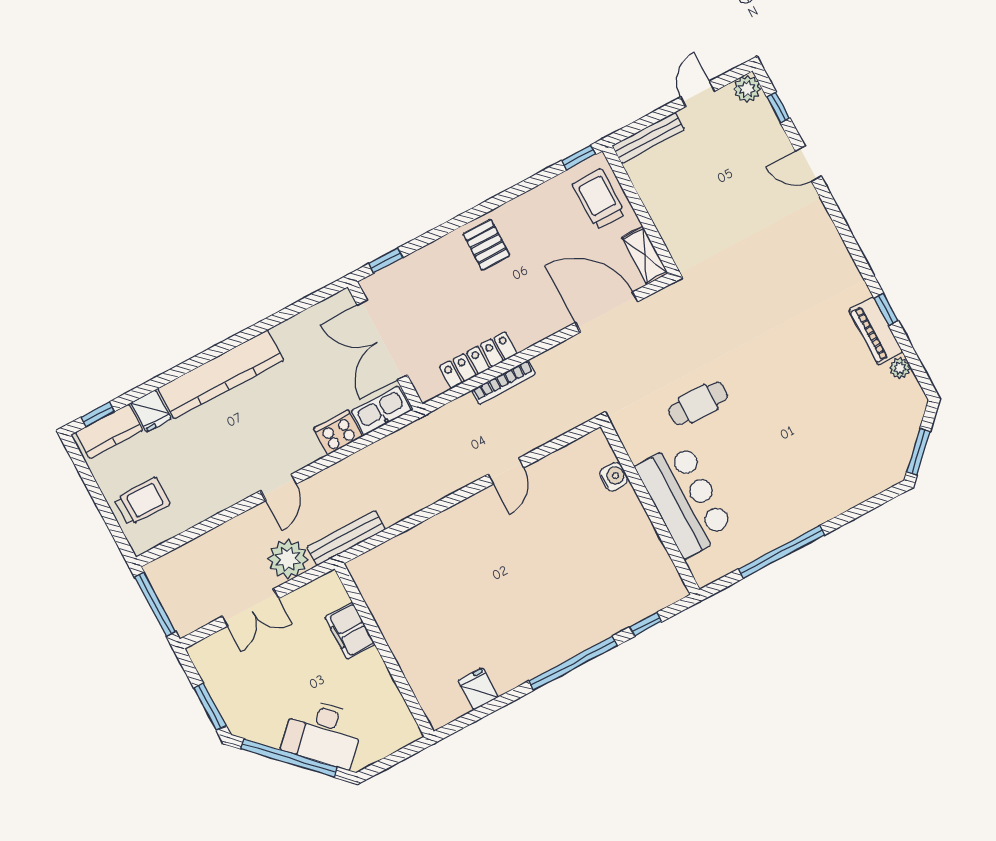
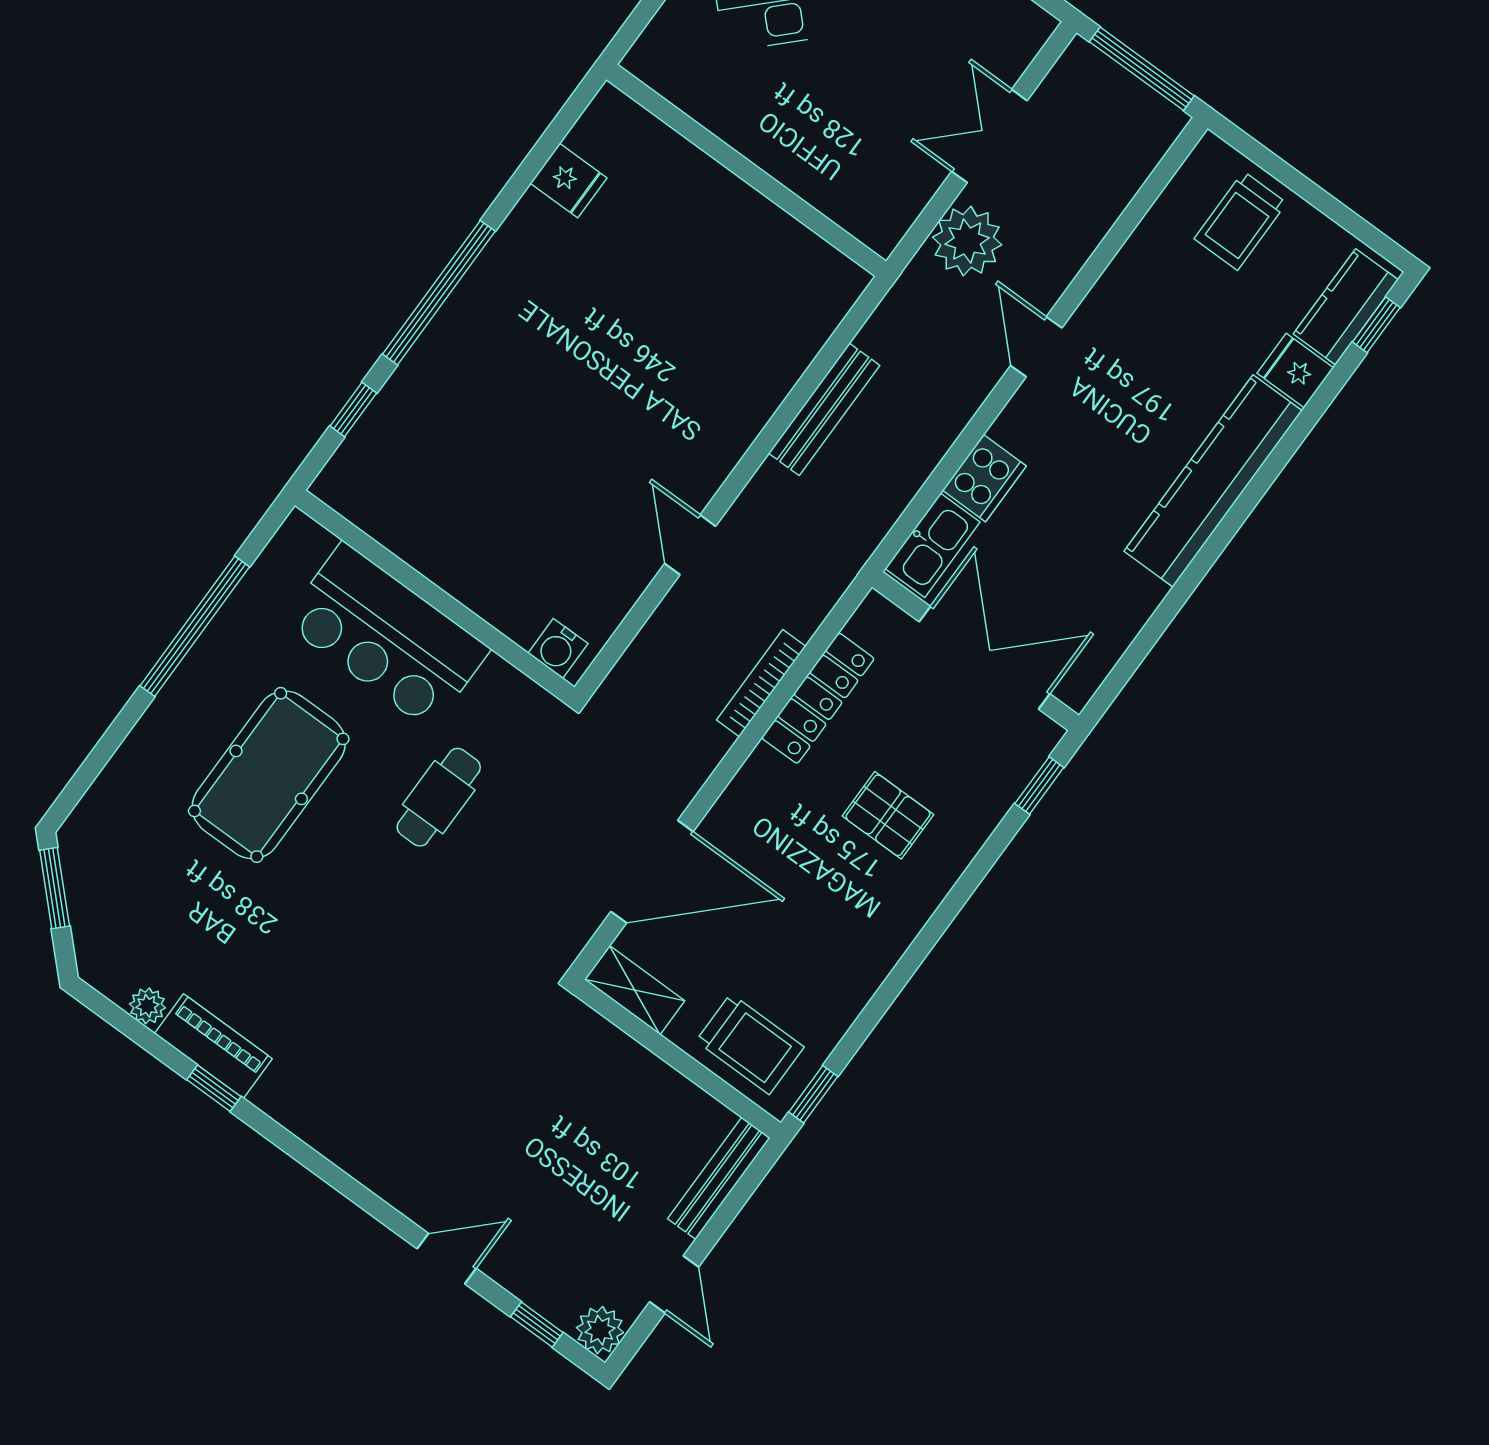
pallet: (486, 245) -> (888, 815), moved
pool table: (780, 457) -> (269, 775), added
water cooler: (614, 476) -> (558, 648), moved
bench: (346, 538) -> (824, 409), moved
filing cabinet: (350, 631) -> (815, 175), removed

